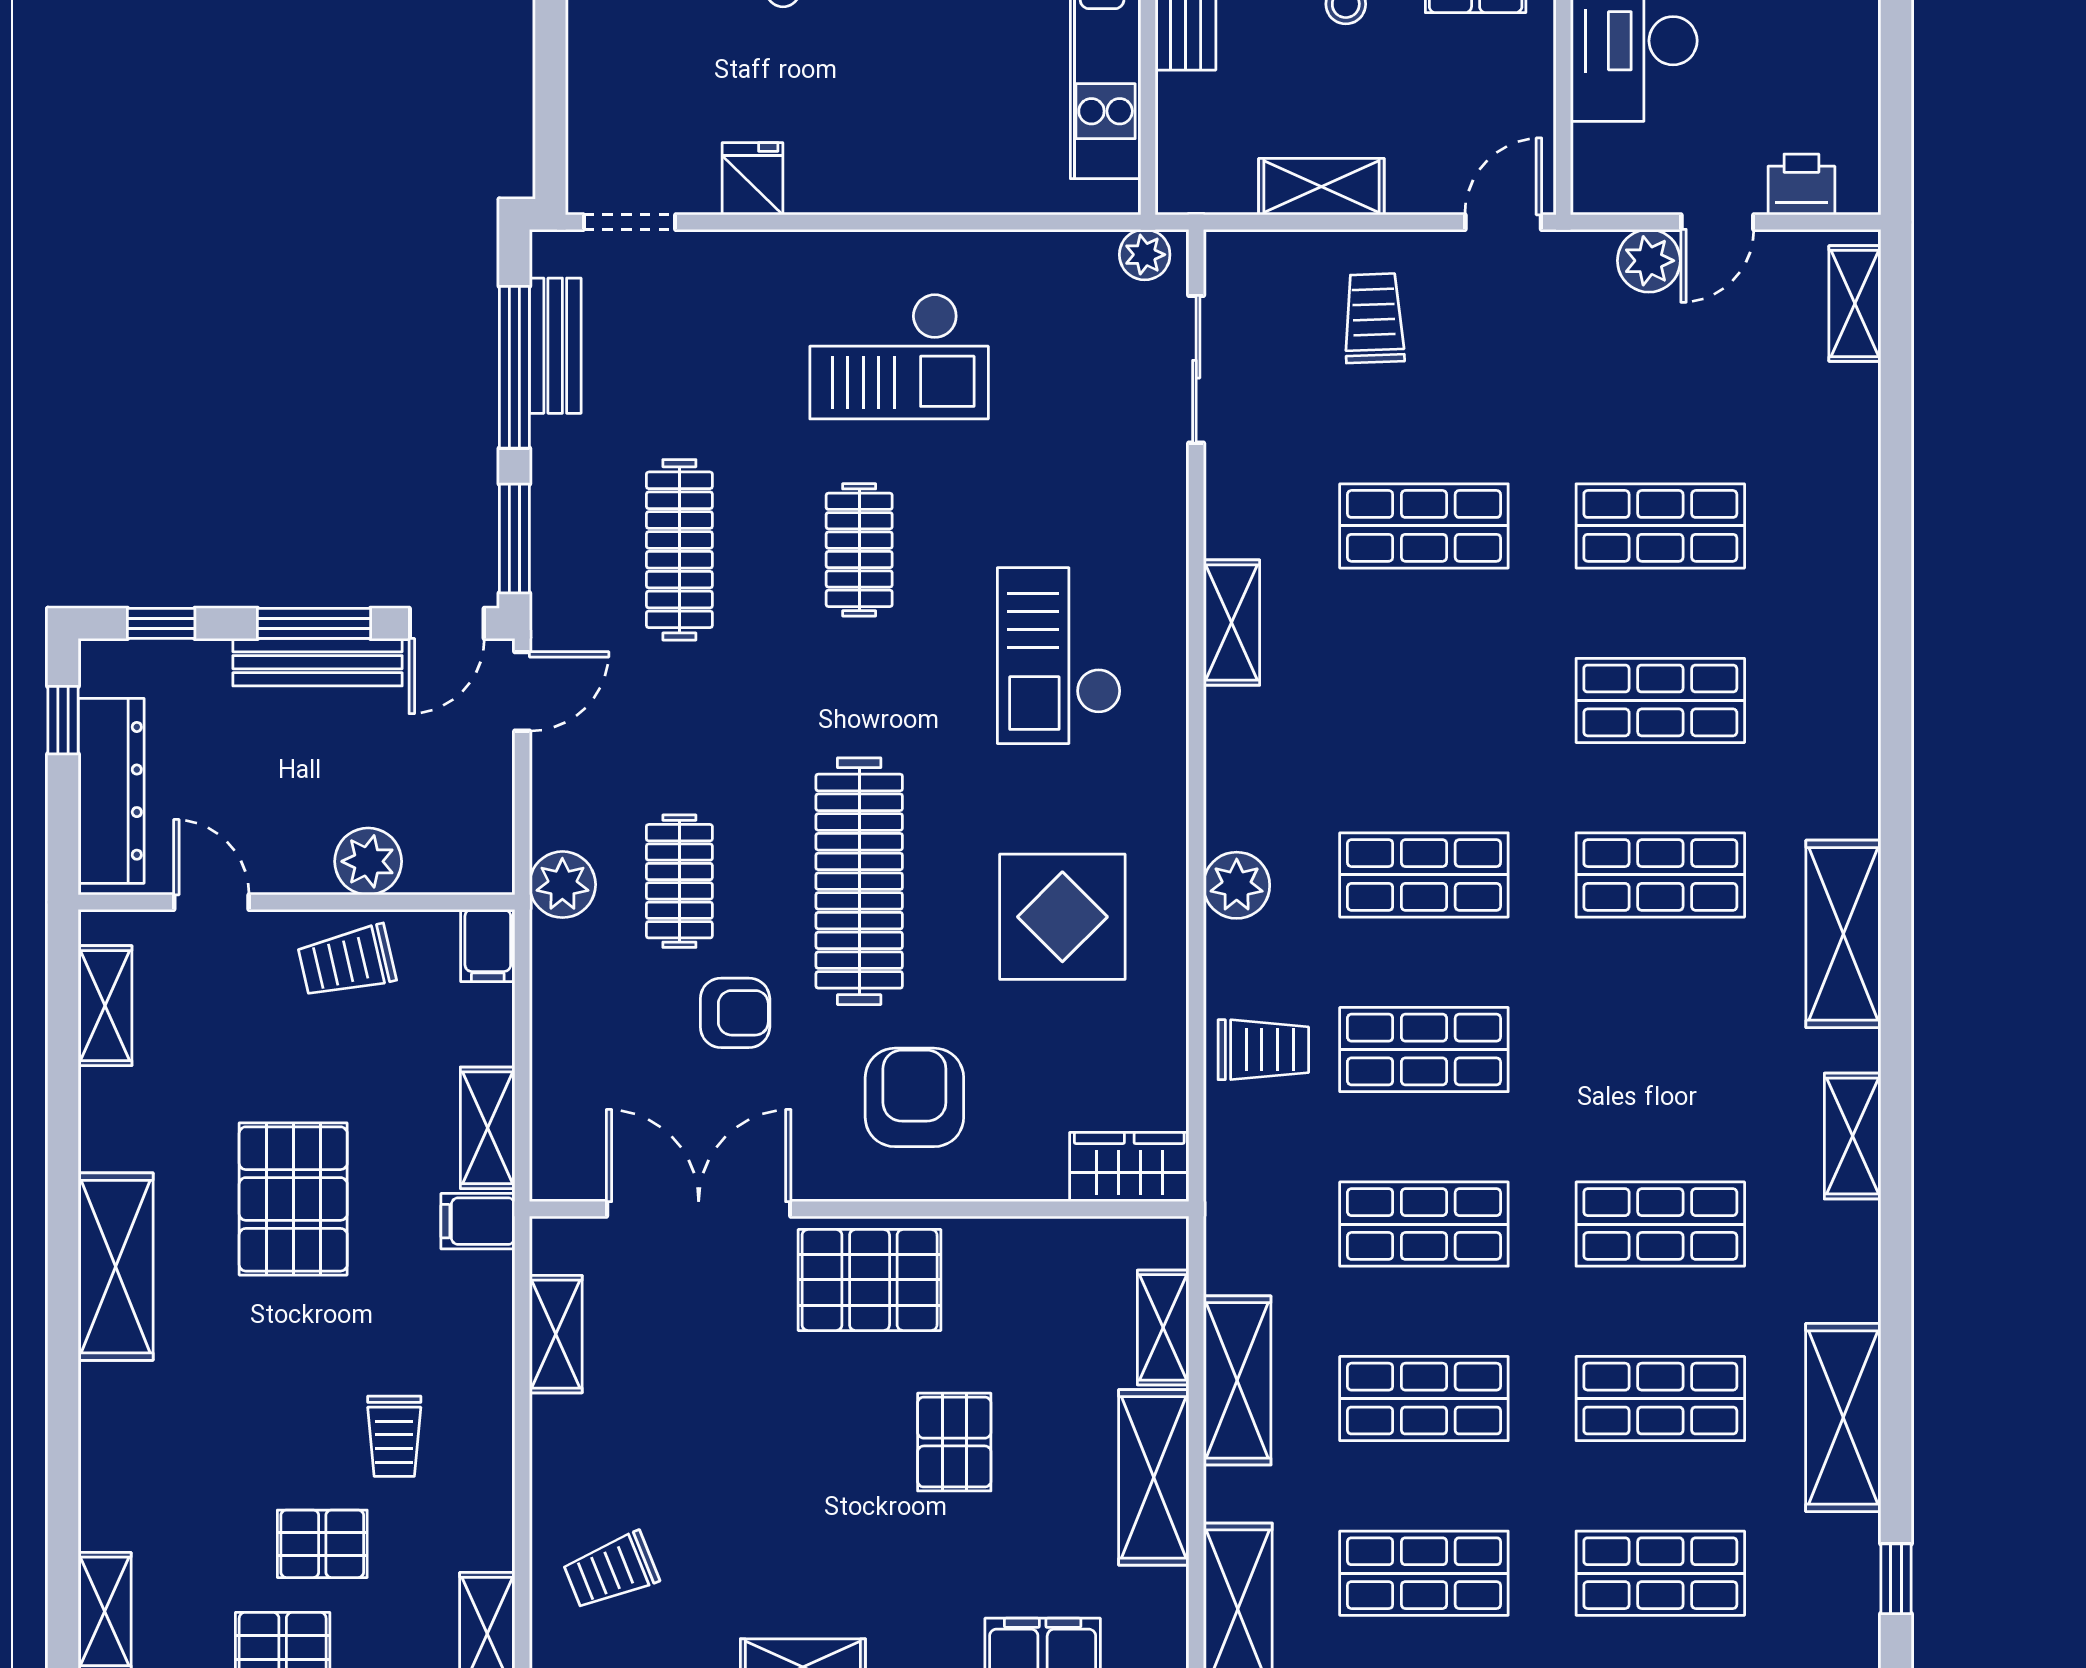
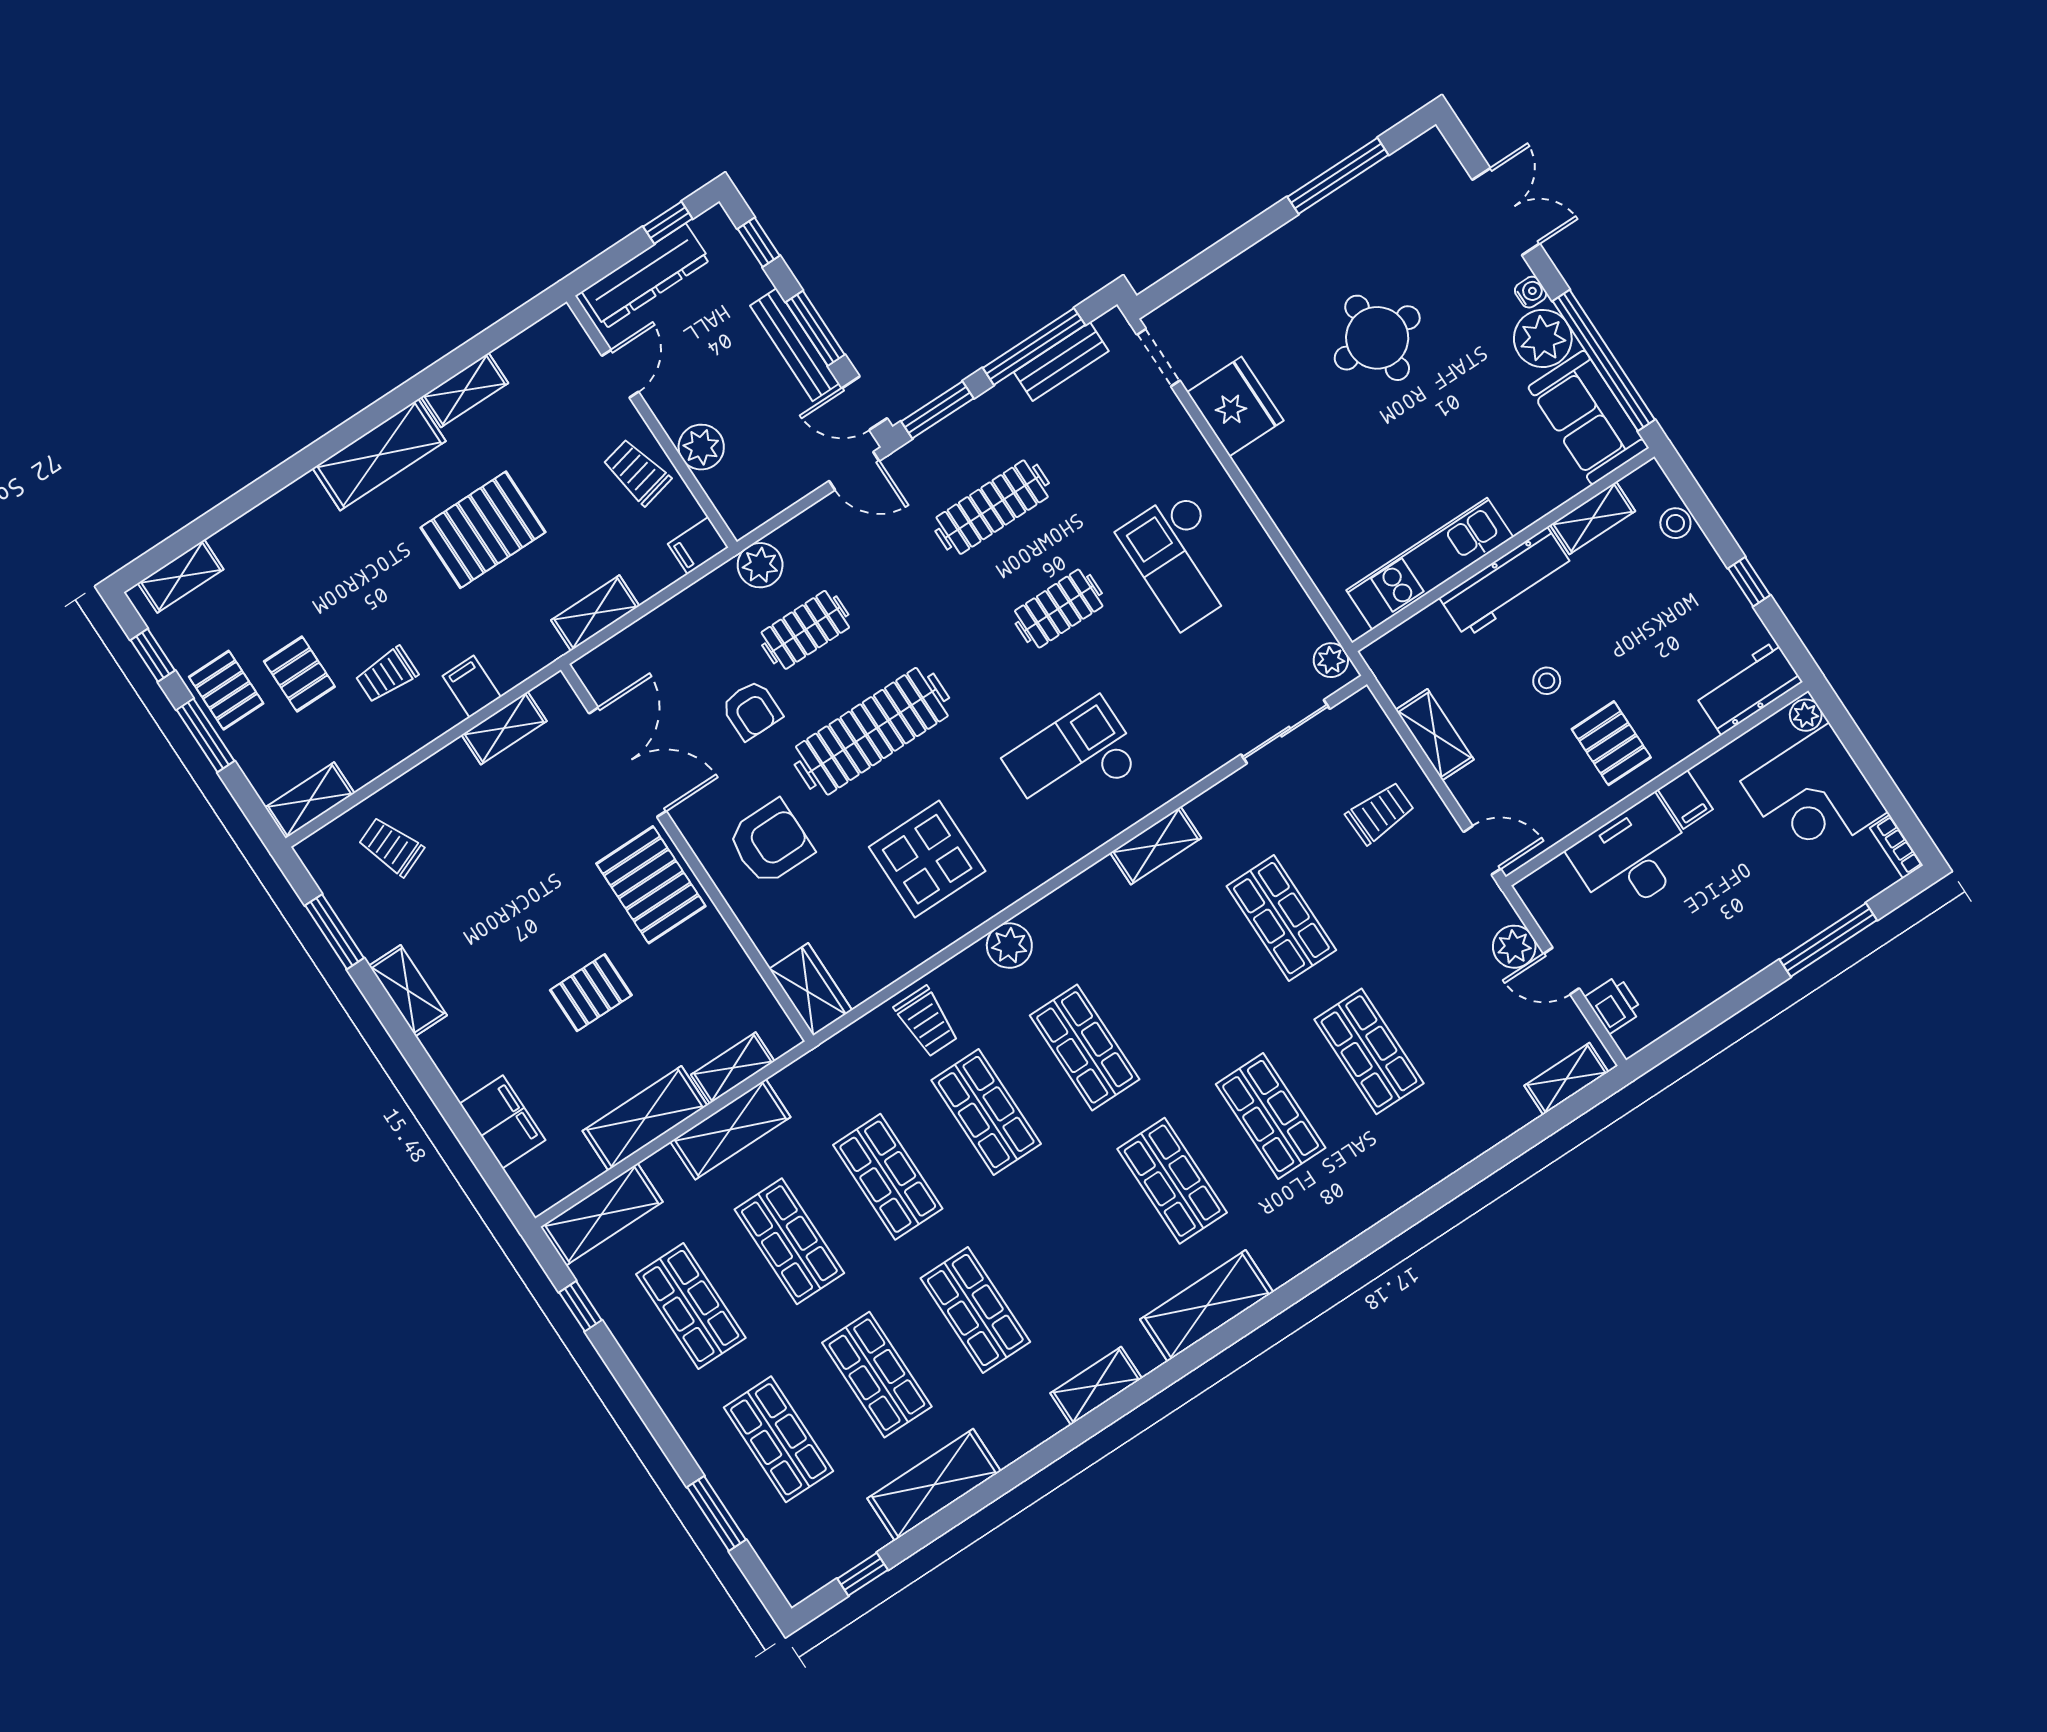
fridge: (753, 179) -> (1235, 406), width x1.88, depth x1.34
shelving: (105, 1006) -> (465, 390), moved
filing cabinet: (478, 1221) -> (472, 686), moved

